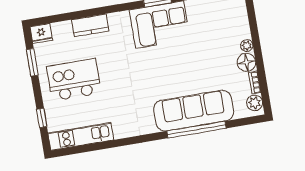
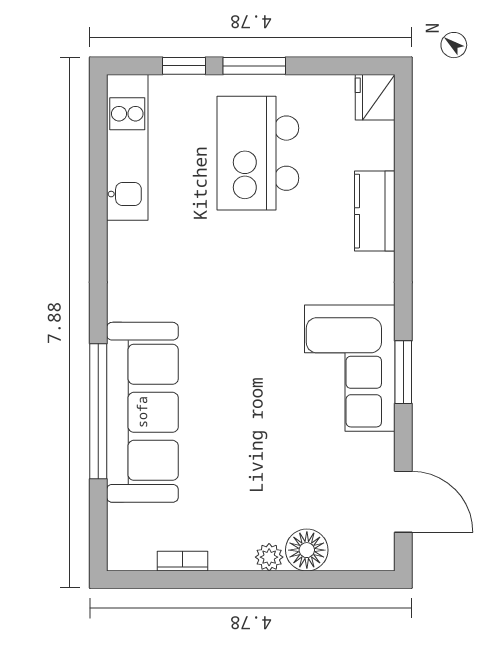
window: (32, 62) -> (254, 66), moved
floor lamp: (246, 62) -> (307, 550), moved
kitchen island: (74, 80) -> (258, 153), turned 180
plant: (255, 103) -> (137, 553), removed

